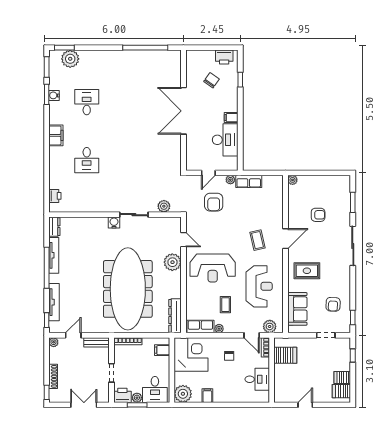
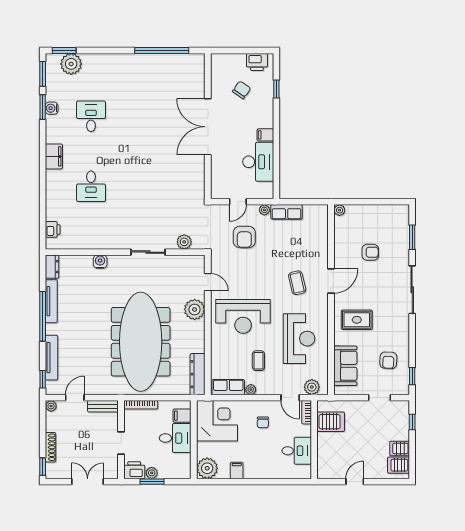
water cooler: (114, 223) -> (100, 262), moved
desk: (155, 389) -> (175, 438), moved, turned -90

